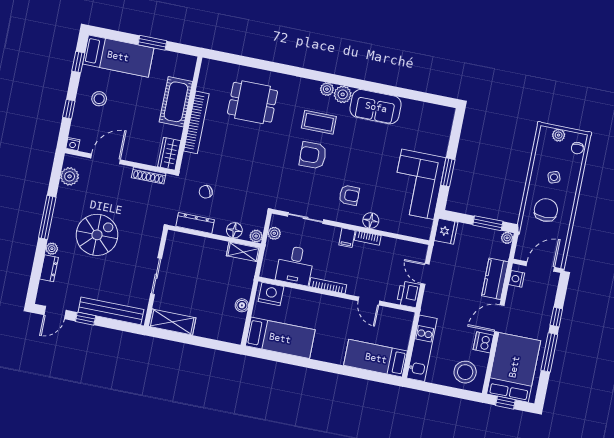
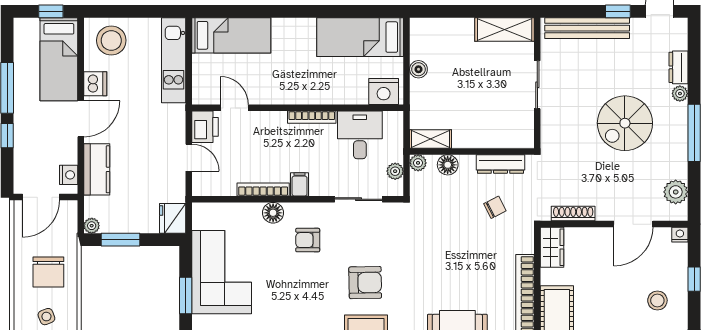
bookcase: (368, 238) -> (263, 189), width x1.56
door: (369, 301) -> (234, 108), moved
bed: (514, 367) -> (59, 59), width x0.67

